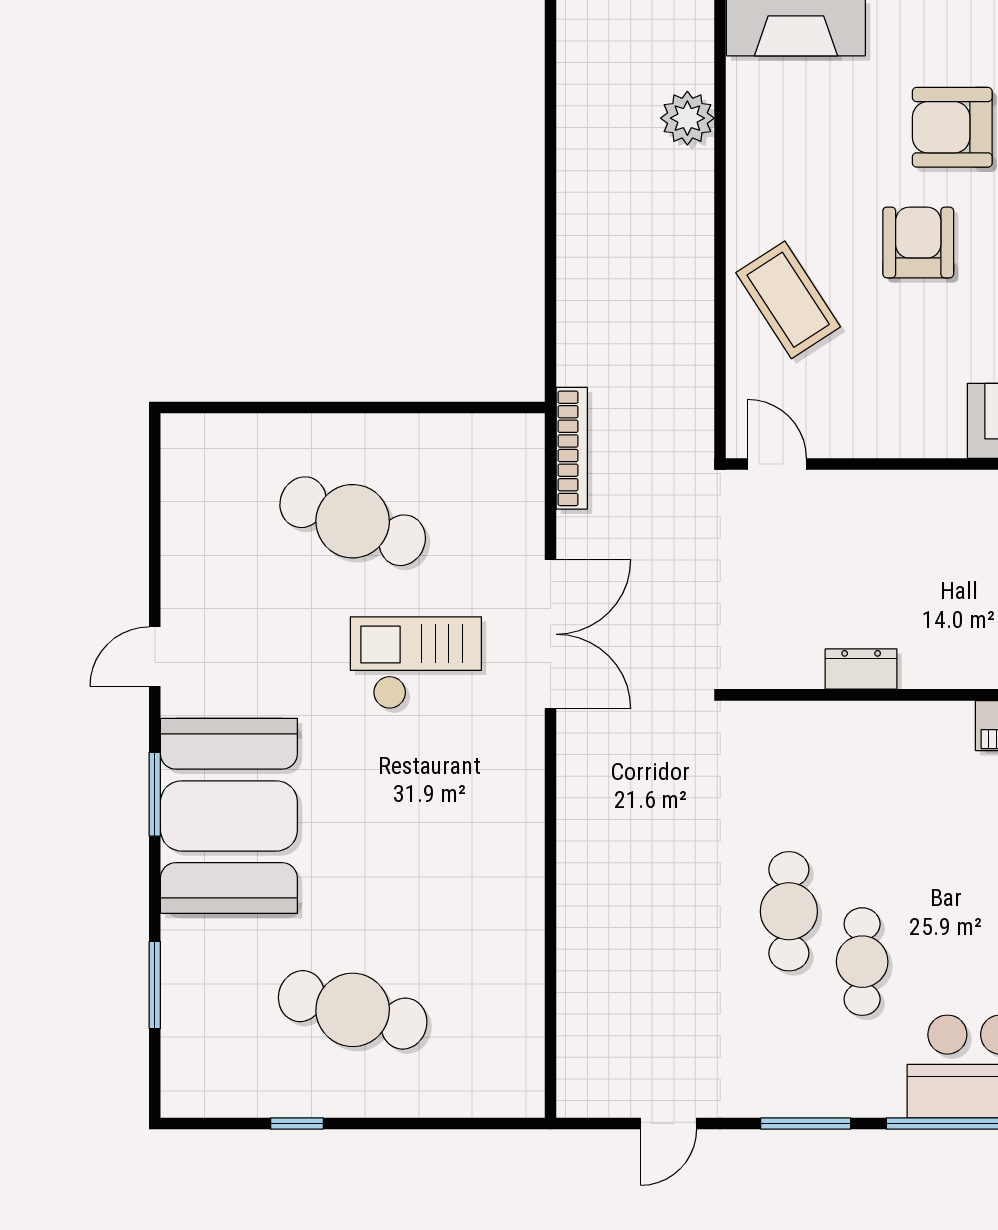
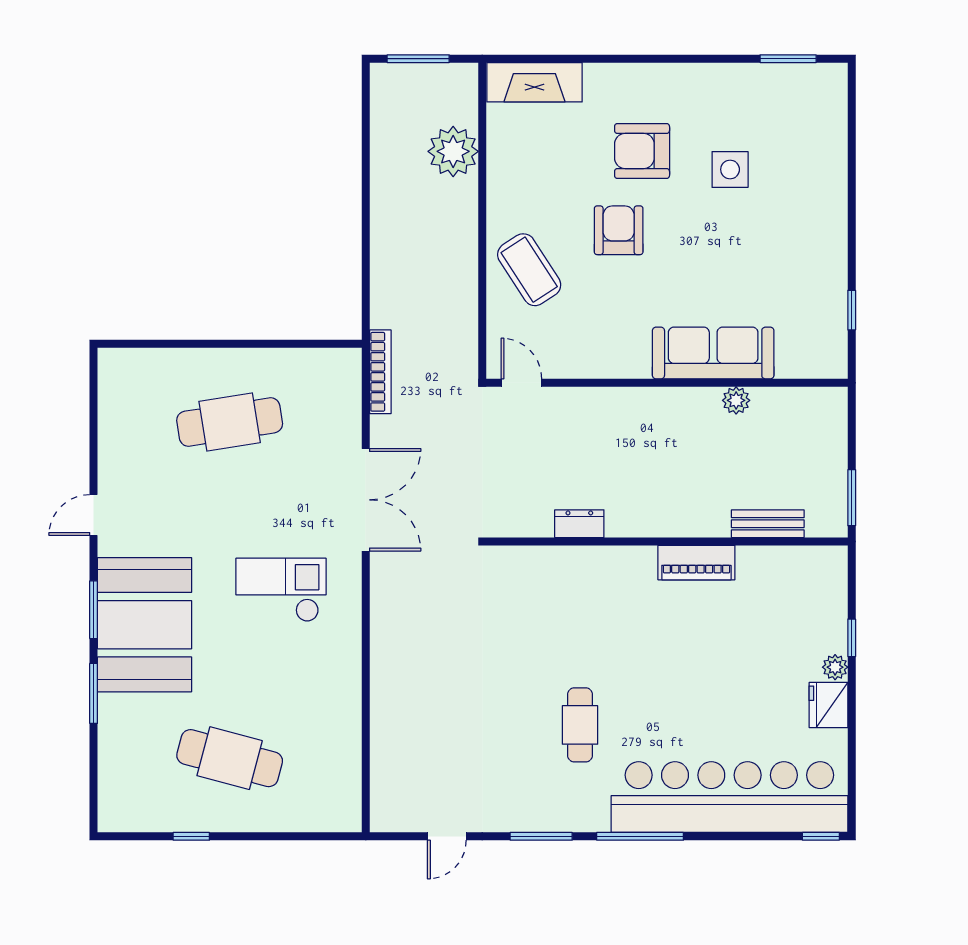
plant: (687, 118) -> (453, 151), width x1.36, depth x1.36
cafe table: (353, 521) -> (230, 422), turned -30
checkout: (416, 663) -> (281, 590), moved
cafe table: (789, 911) -> (530, 690), removed
window: (155, 985) -> (94, 693), moved

